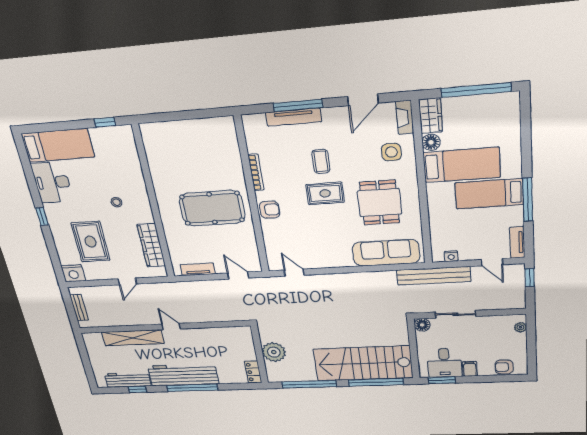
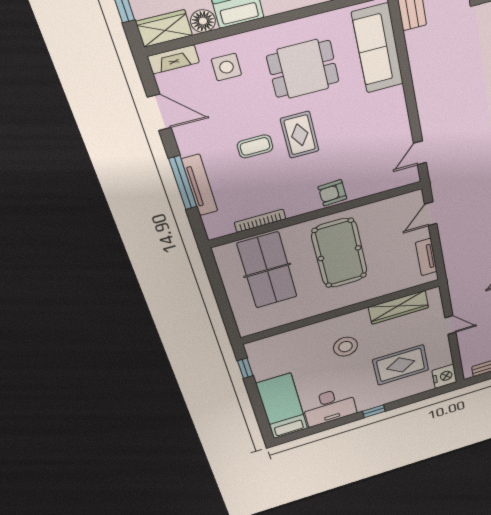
table tennis table: (204, 154) -> (267, 270), added
bookcase: (256, 172) -> (260, 221), moved
stool: (116, 202) -> (345, 347), width x1.89, depth x1.89
armchair: (270, 210) -> (332, 193), turned -93

